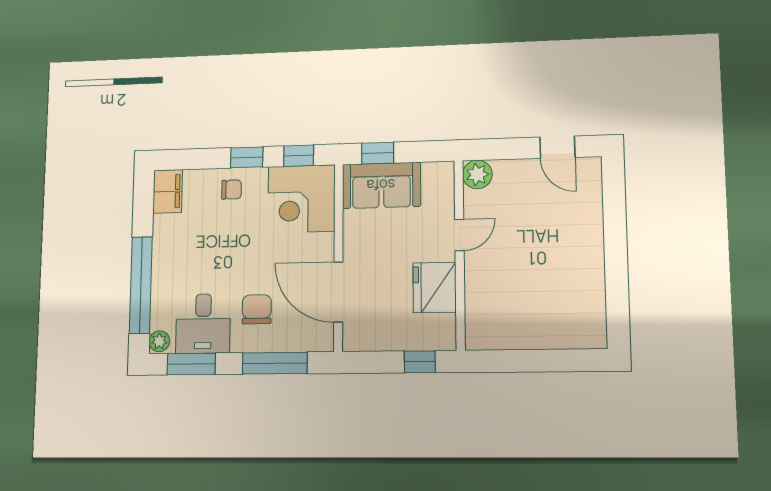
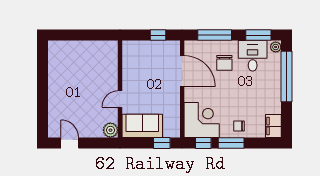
window: (247, 157) -> (231, 143), width x1.50
sofa: (381, 185) -> (142, 126), moved
fridge: (435, 287) -> (133, 72), removed
window: (420, 362) -> (158, 35), moved

